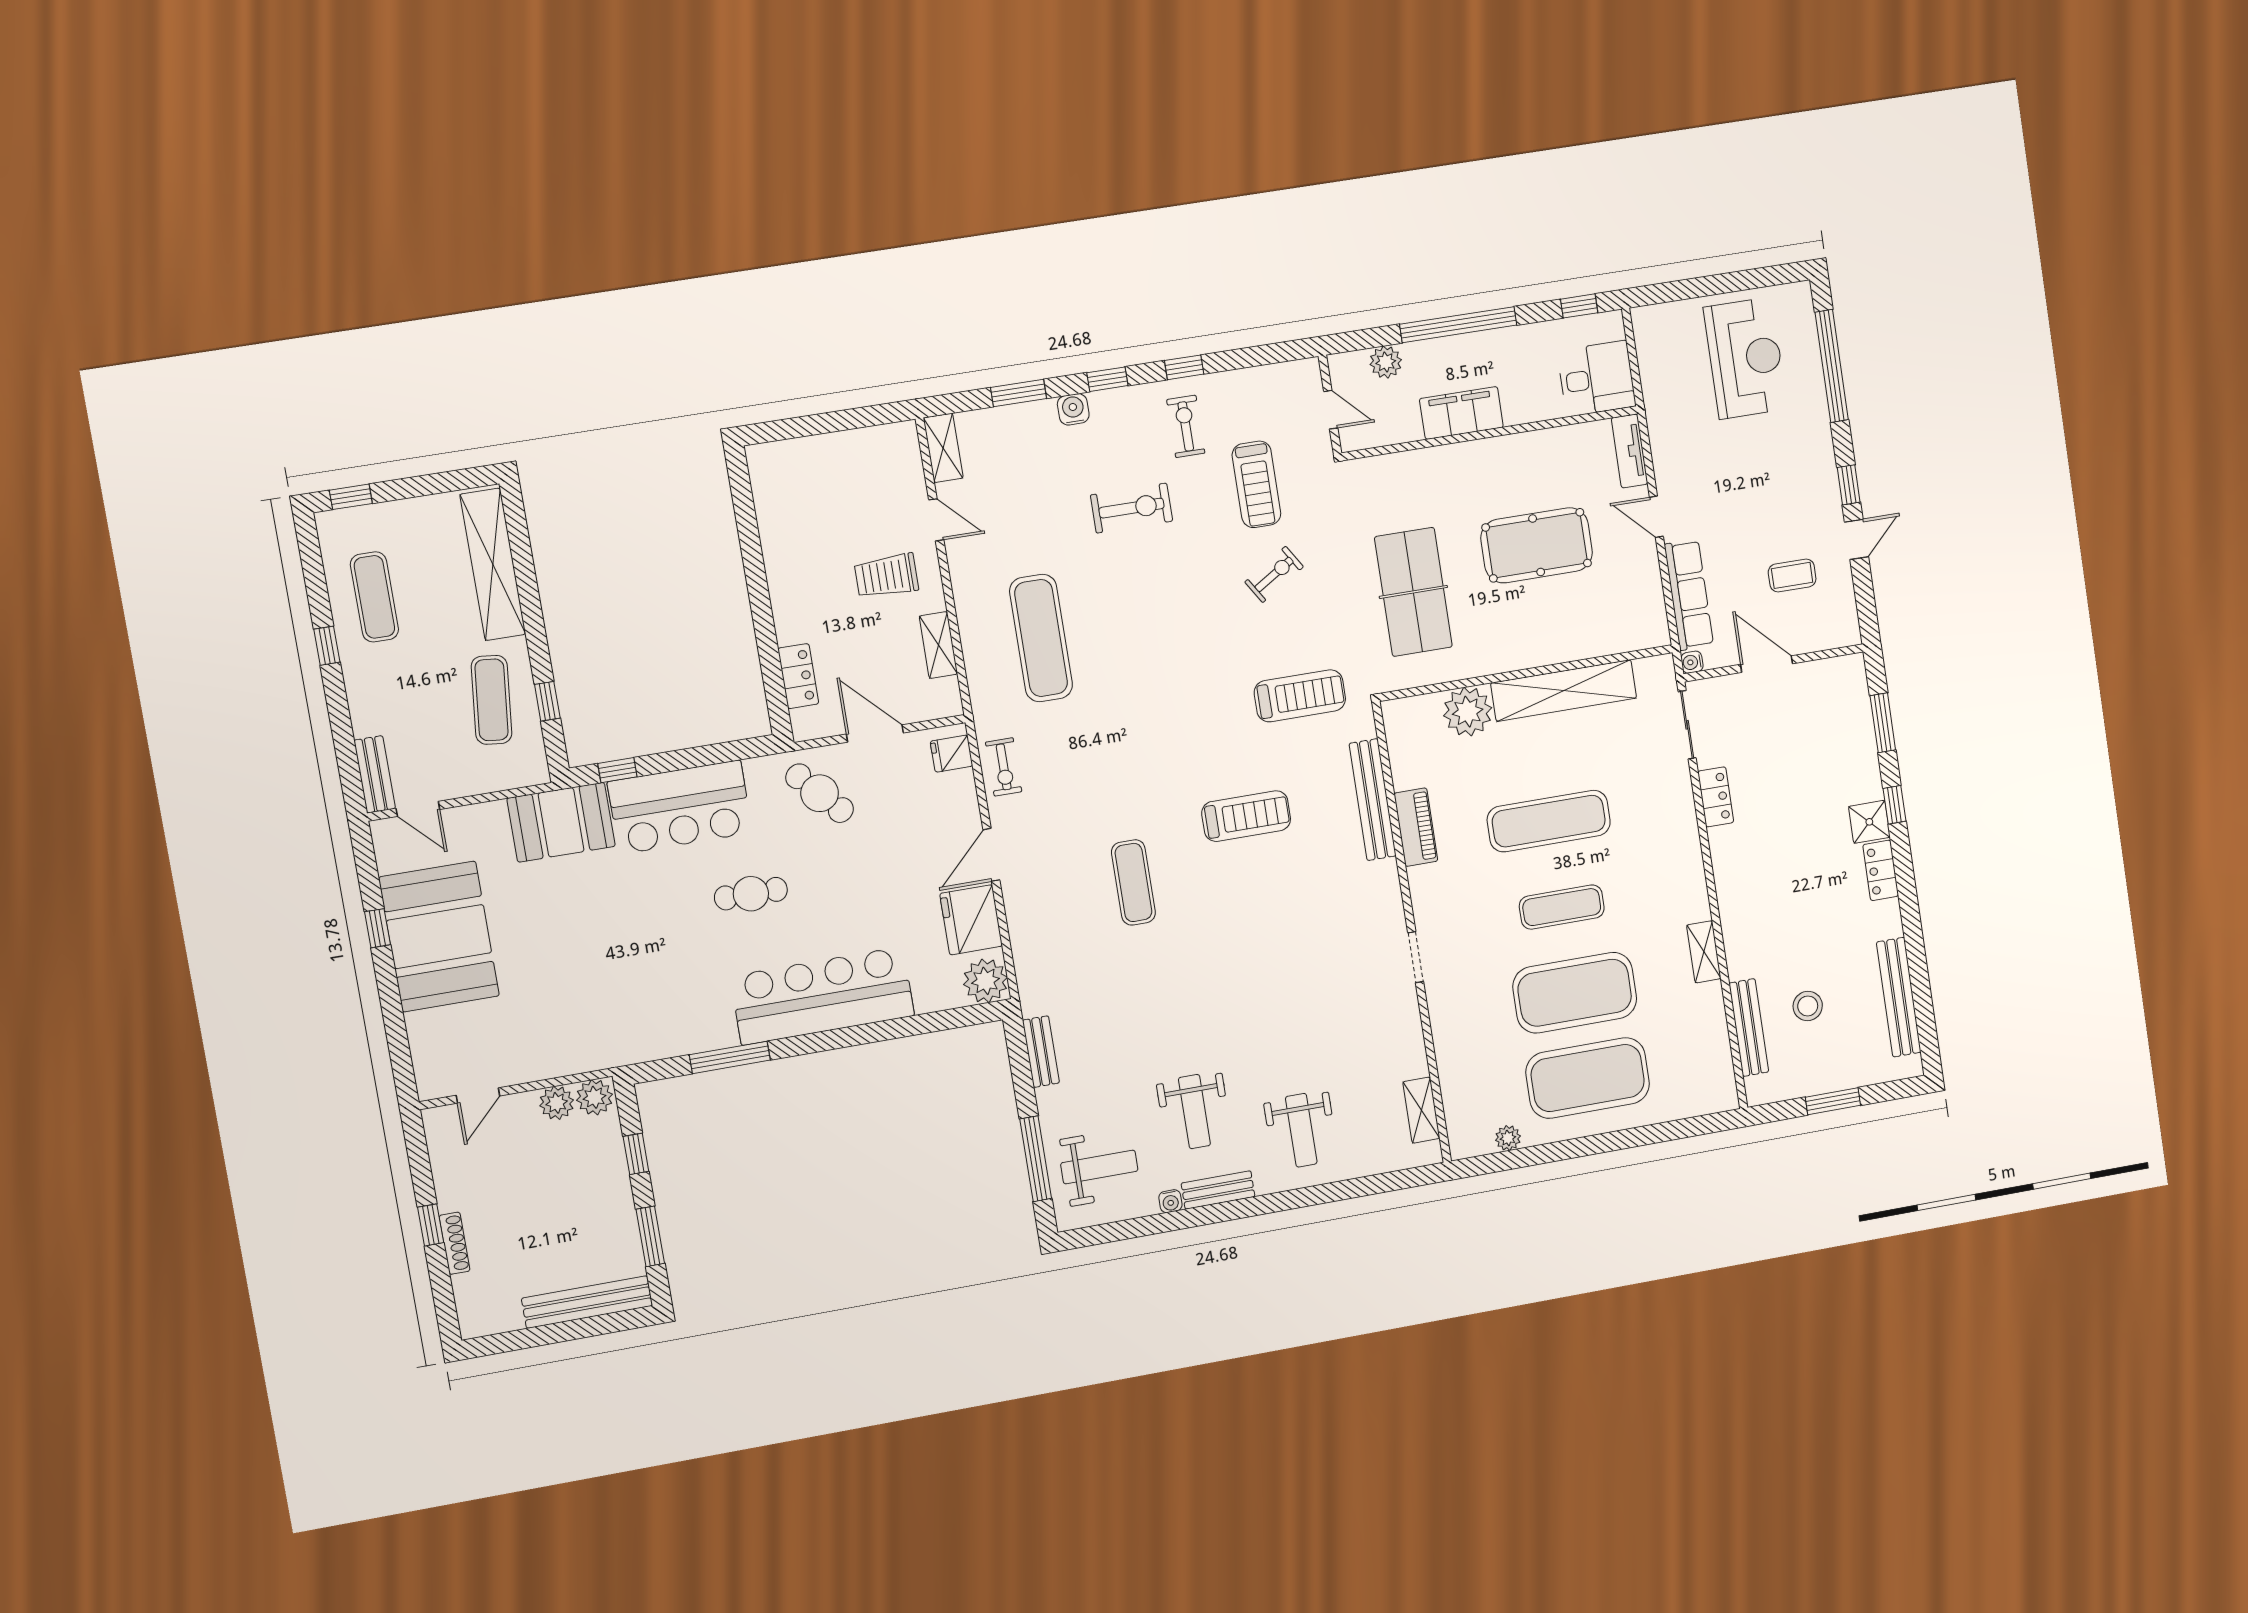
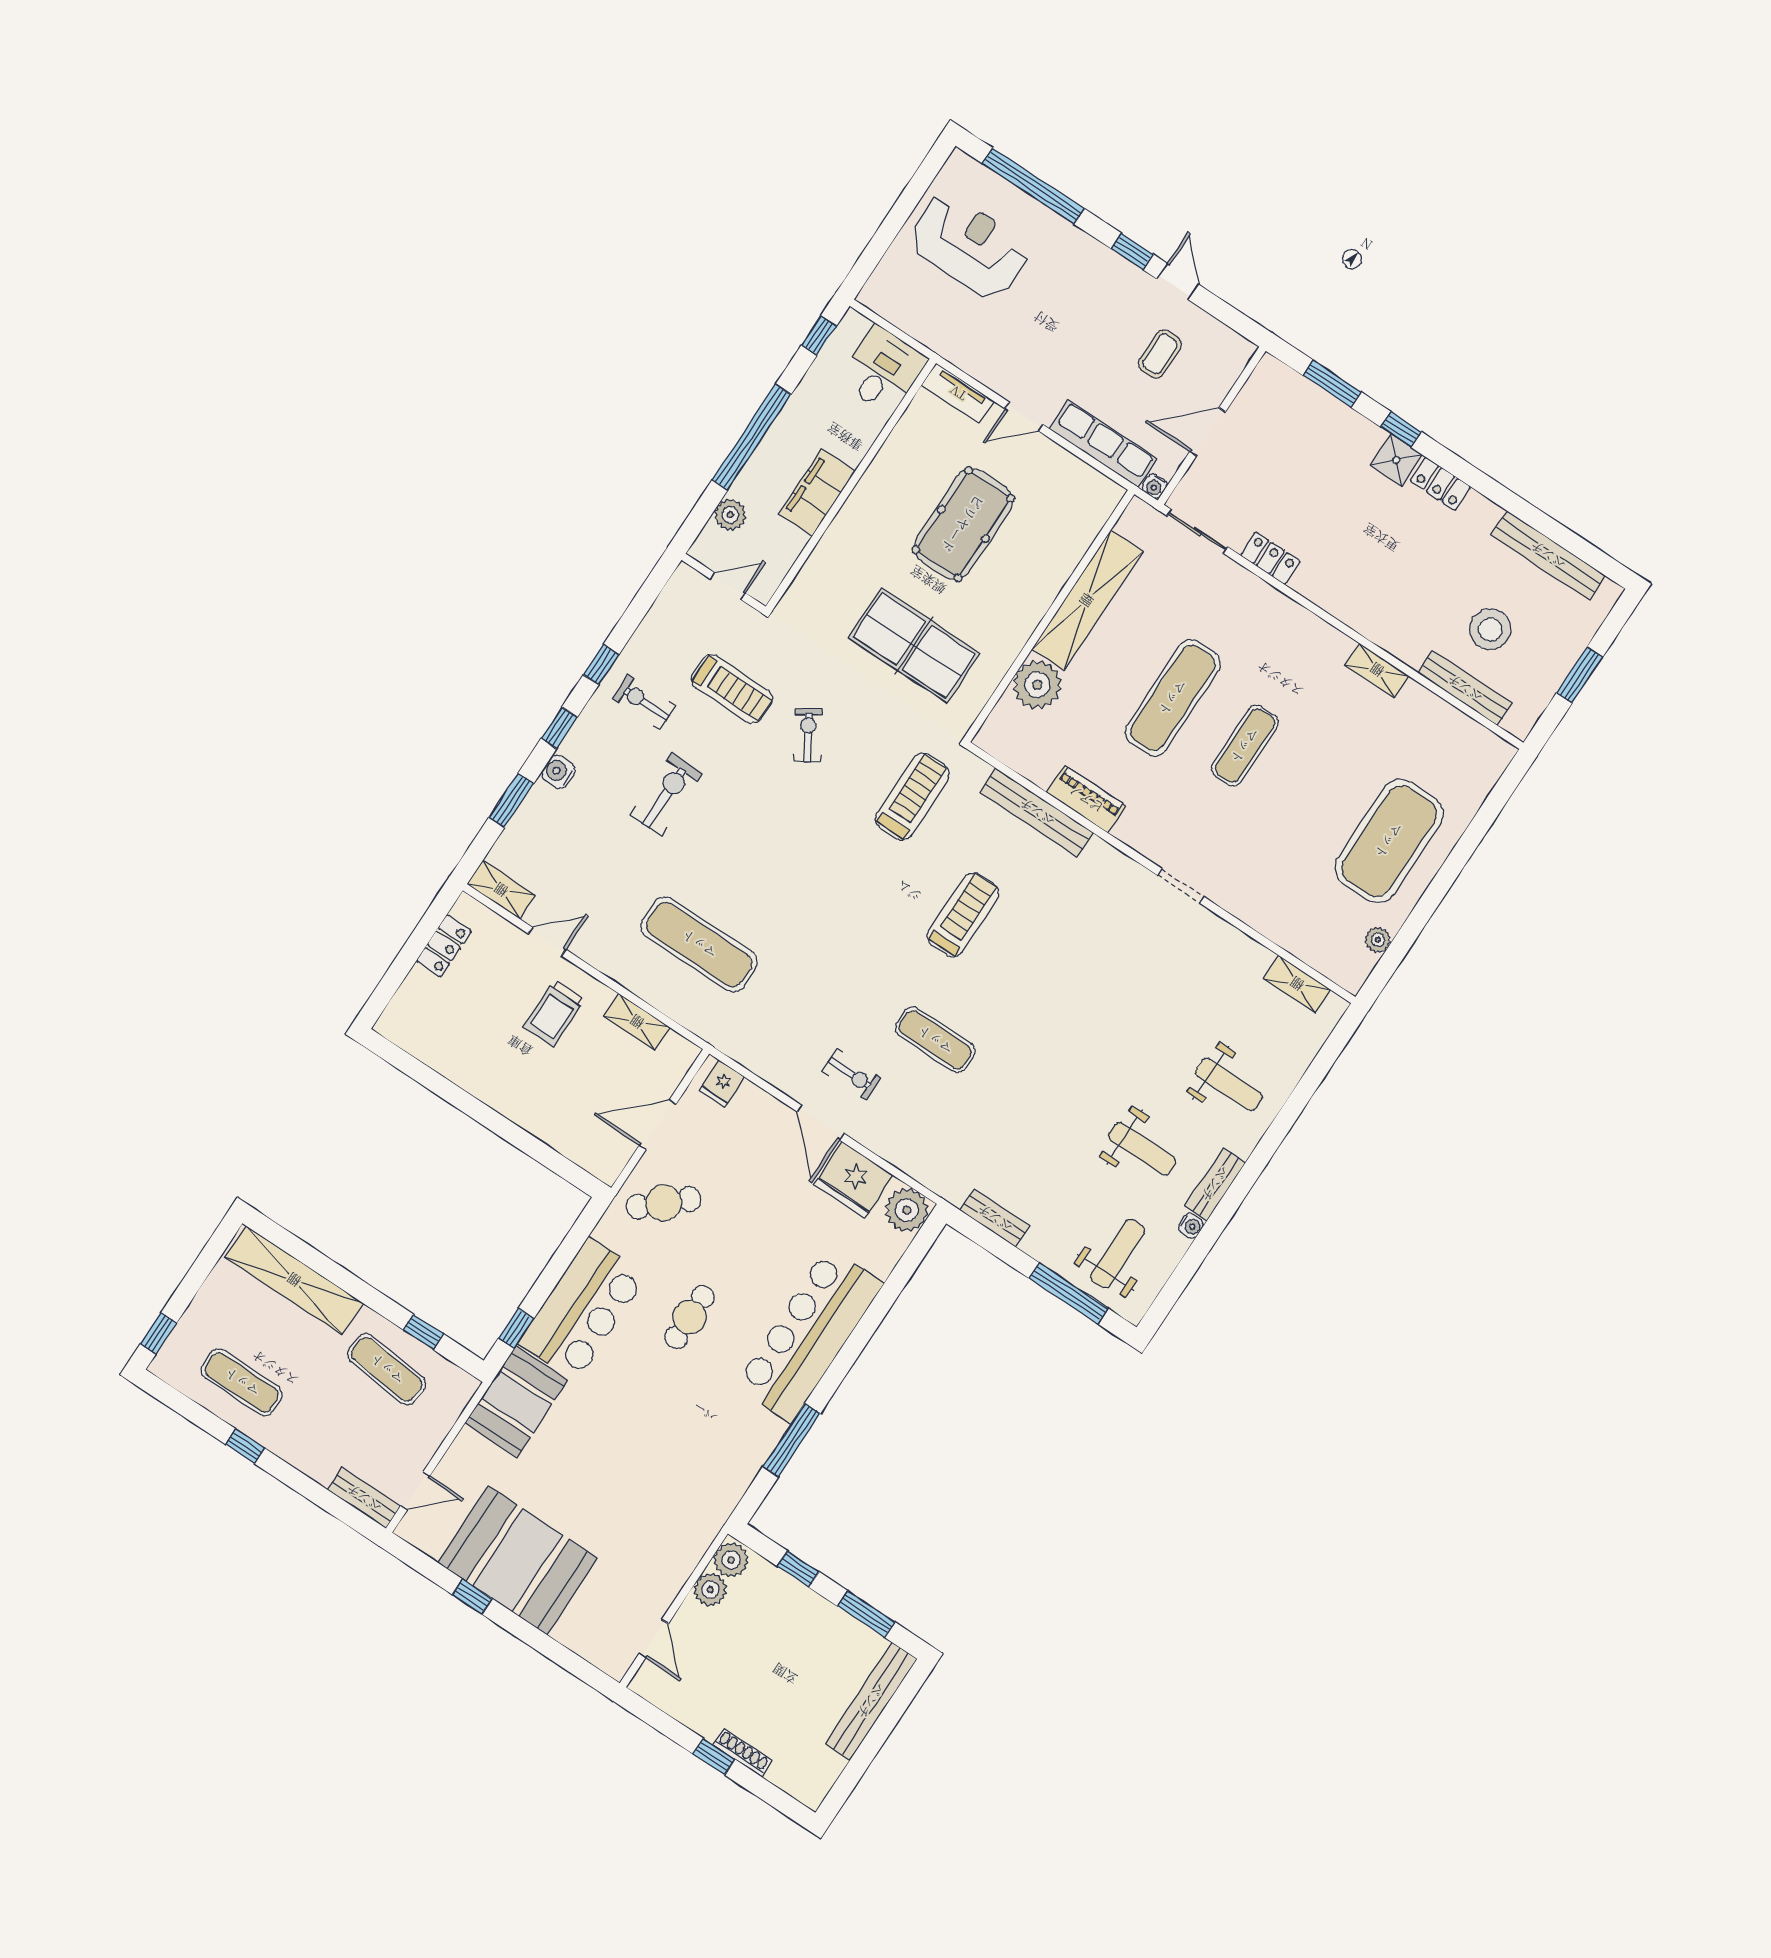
locker: (798, 676) -> (444, 946), moved, turned 90
exercise bike: (1004, 767) -> (852, 1074), moved
exercise mat: (1575, 993) -> (1317, 793), removed
stool: (1808, 1006) -> (1490, 630), width x1.38, depth x1.38

